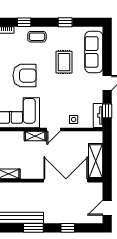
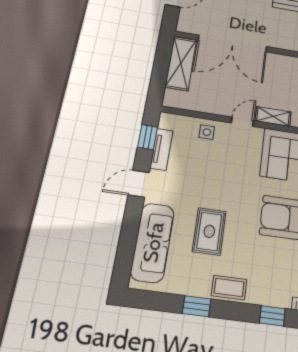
coffee table: (37, 37) -> (229, 288), moved
tv unit: (98, 115) -> (161, 149), moved

